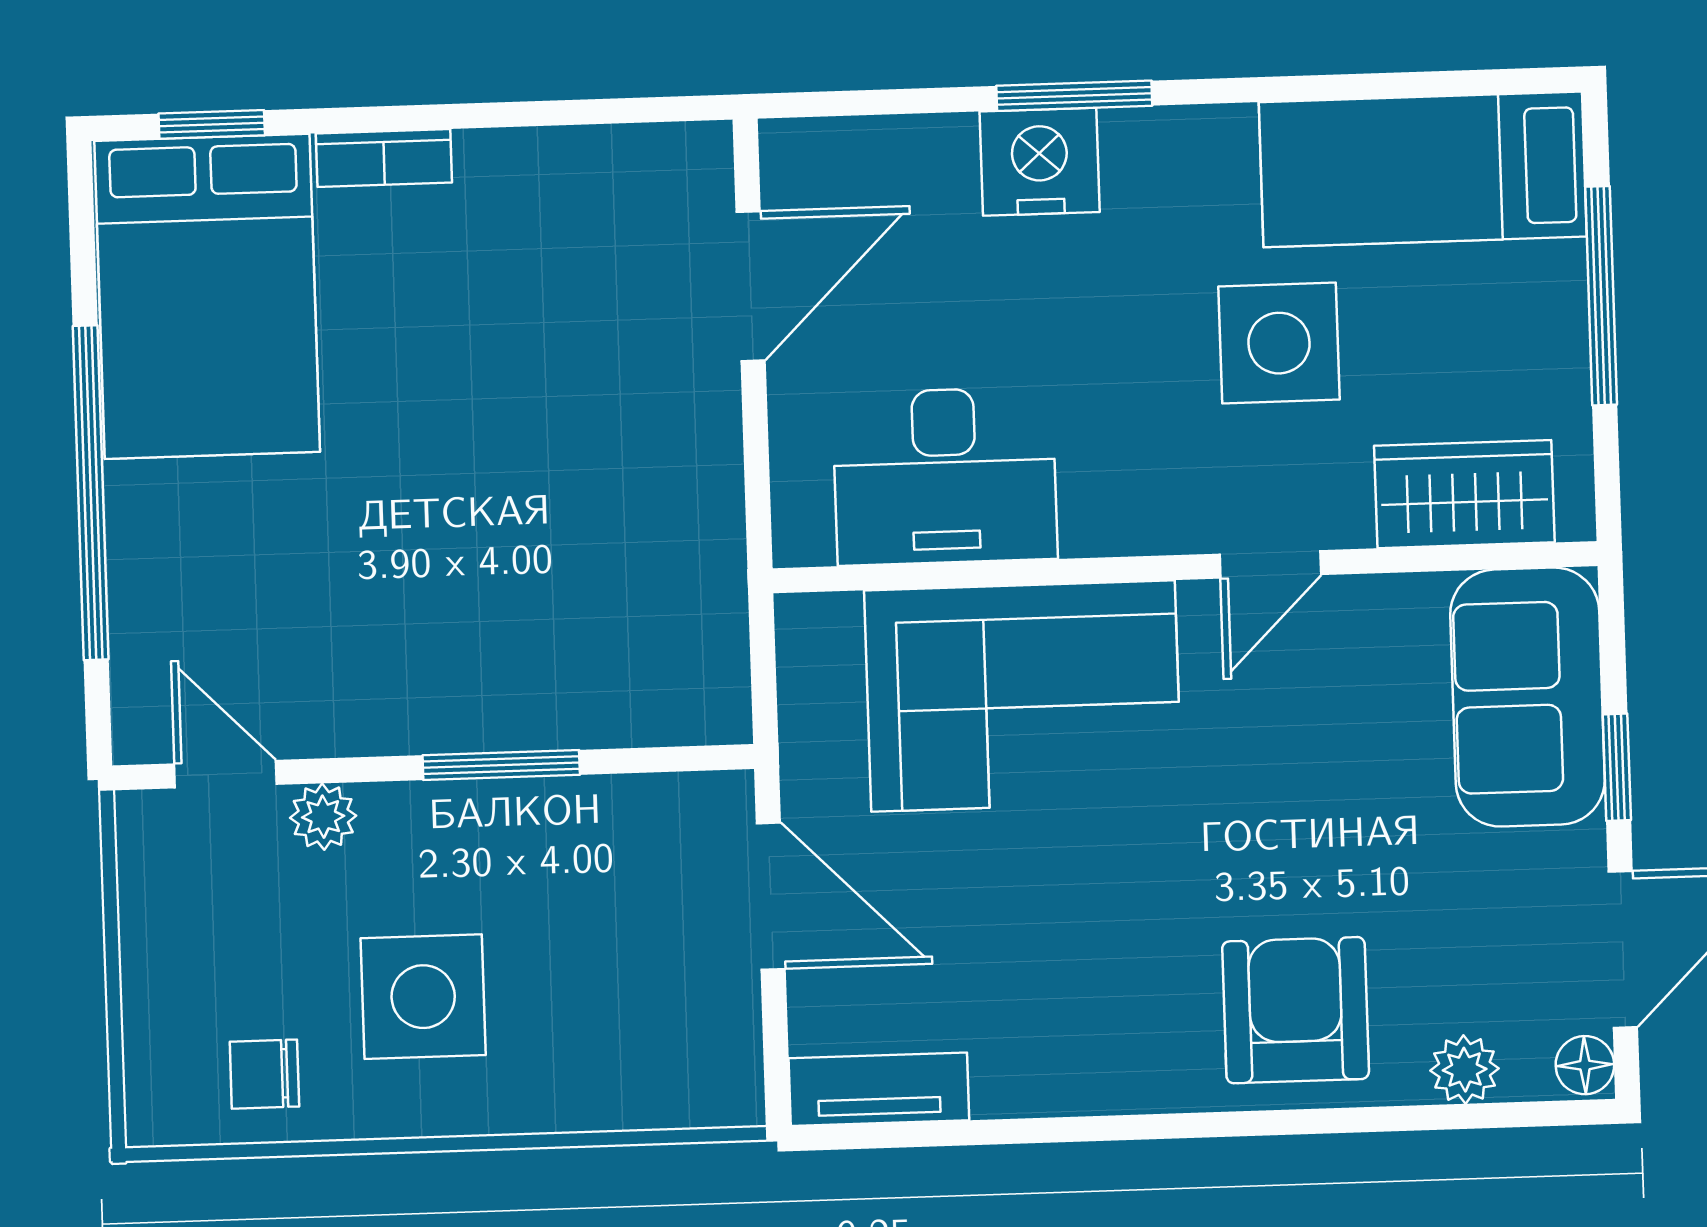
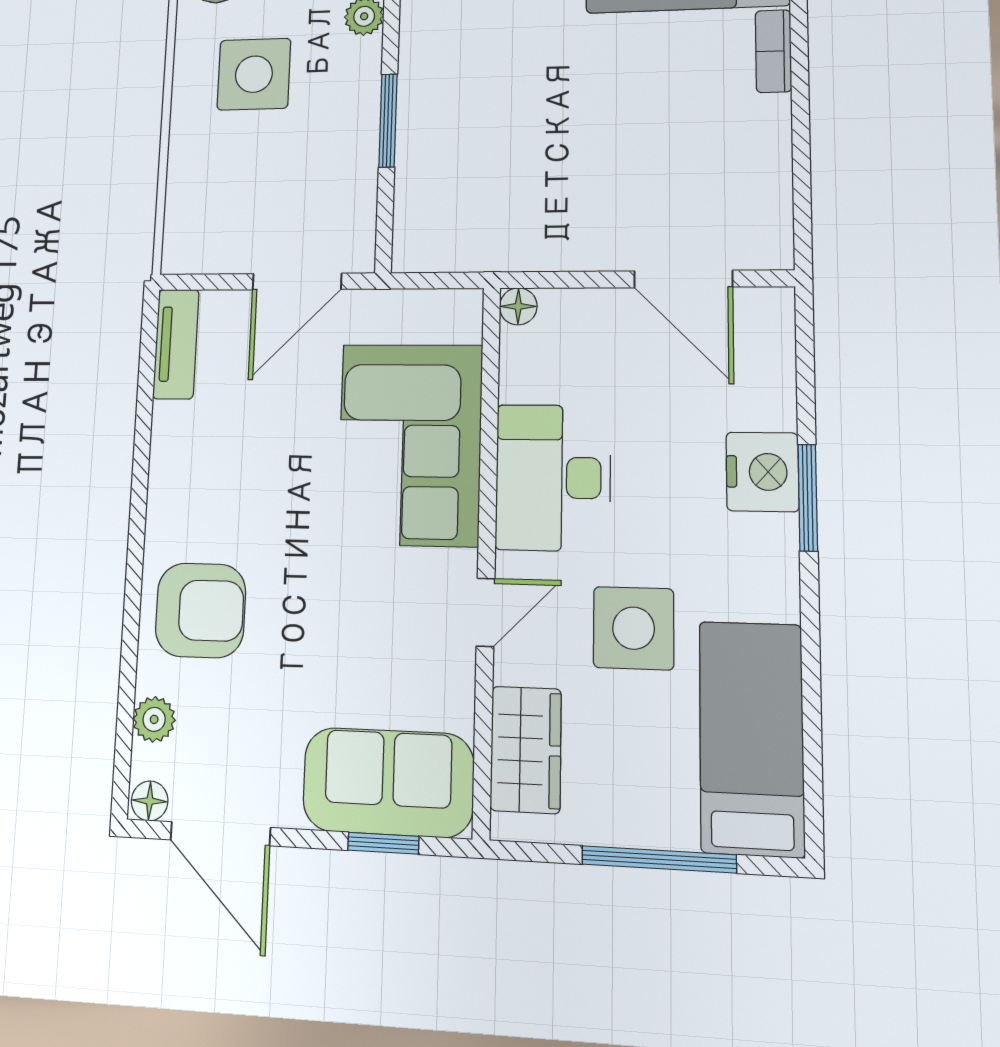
desk: (945, 476) -> (553, 478), moved
floor lamp: (801, 538) -> (518, 306), added
door: (1270, 564) -> (485, 612), swing flipped
window: (1617, 767) -> (383, 843), moved

